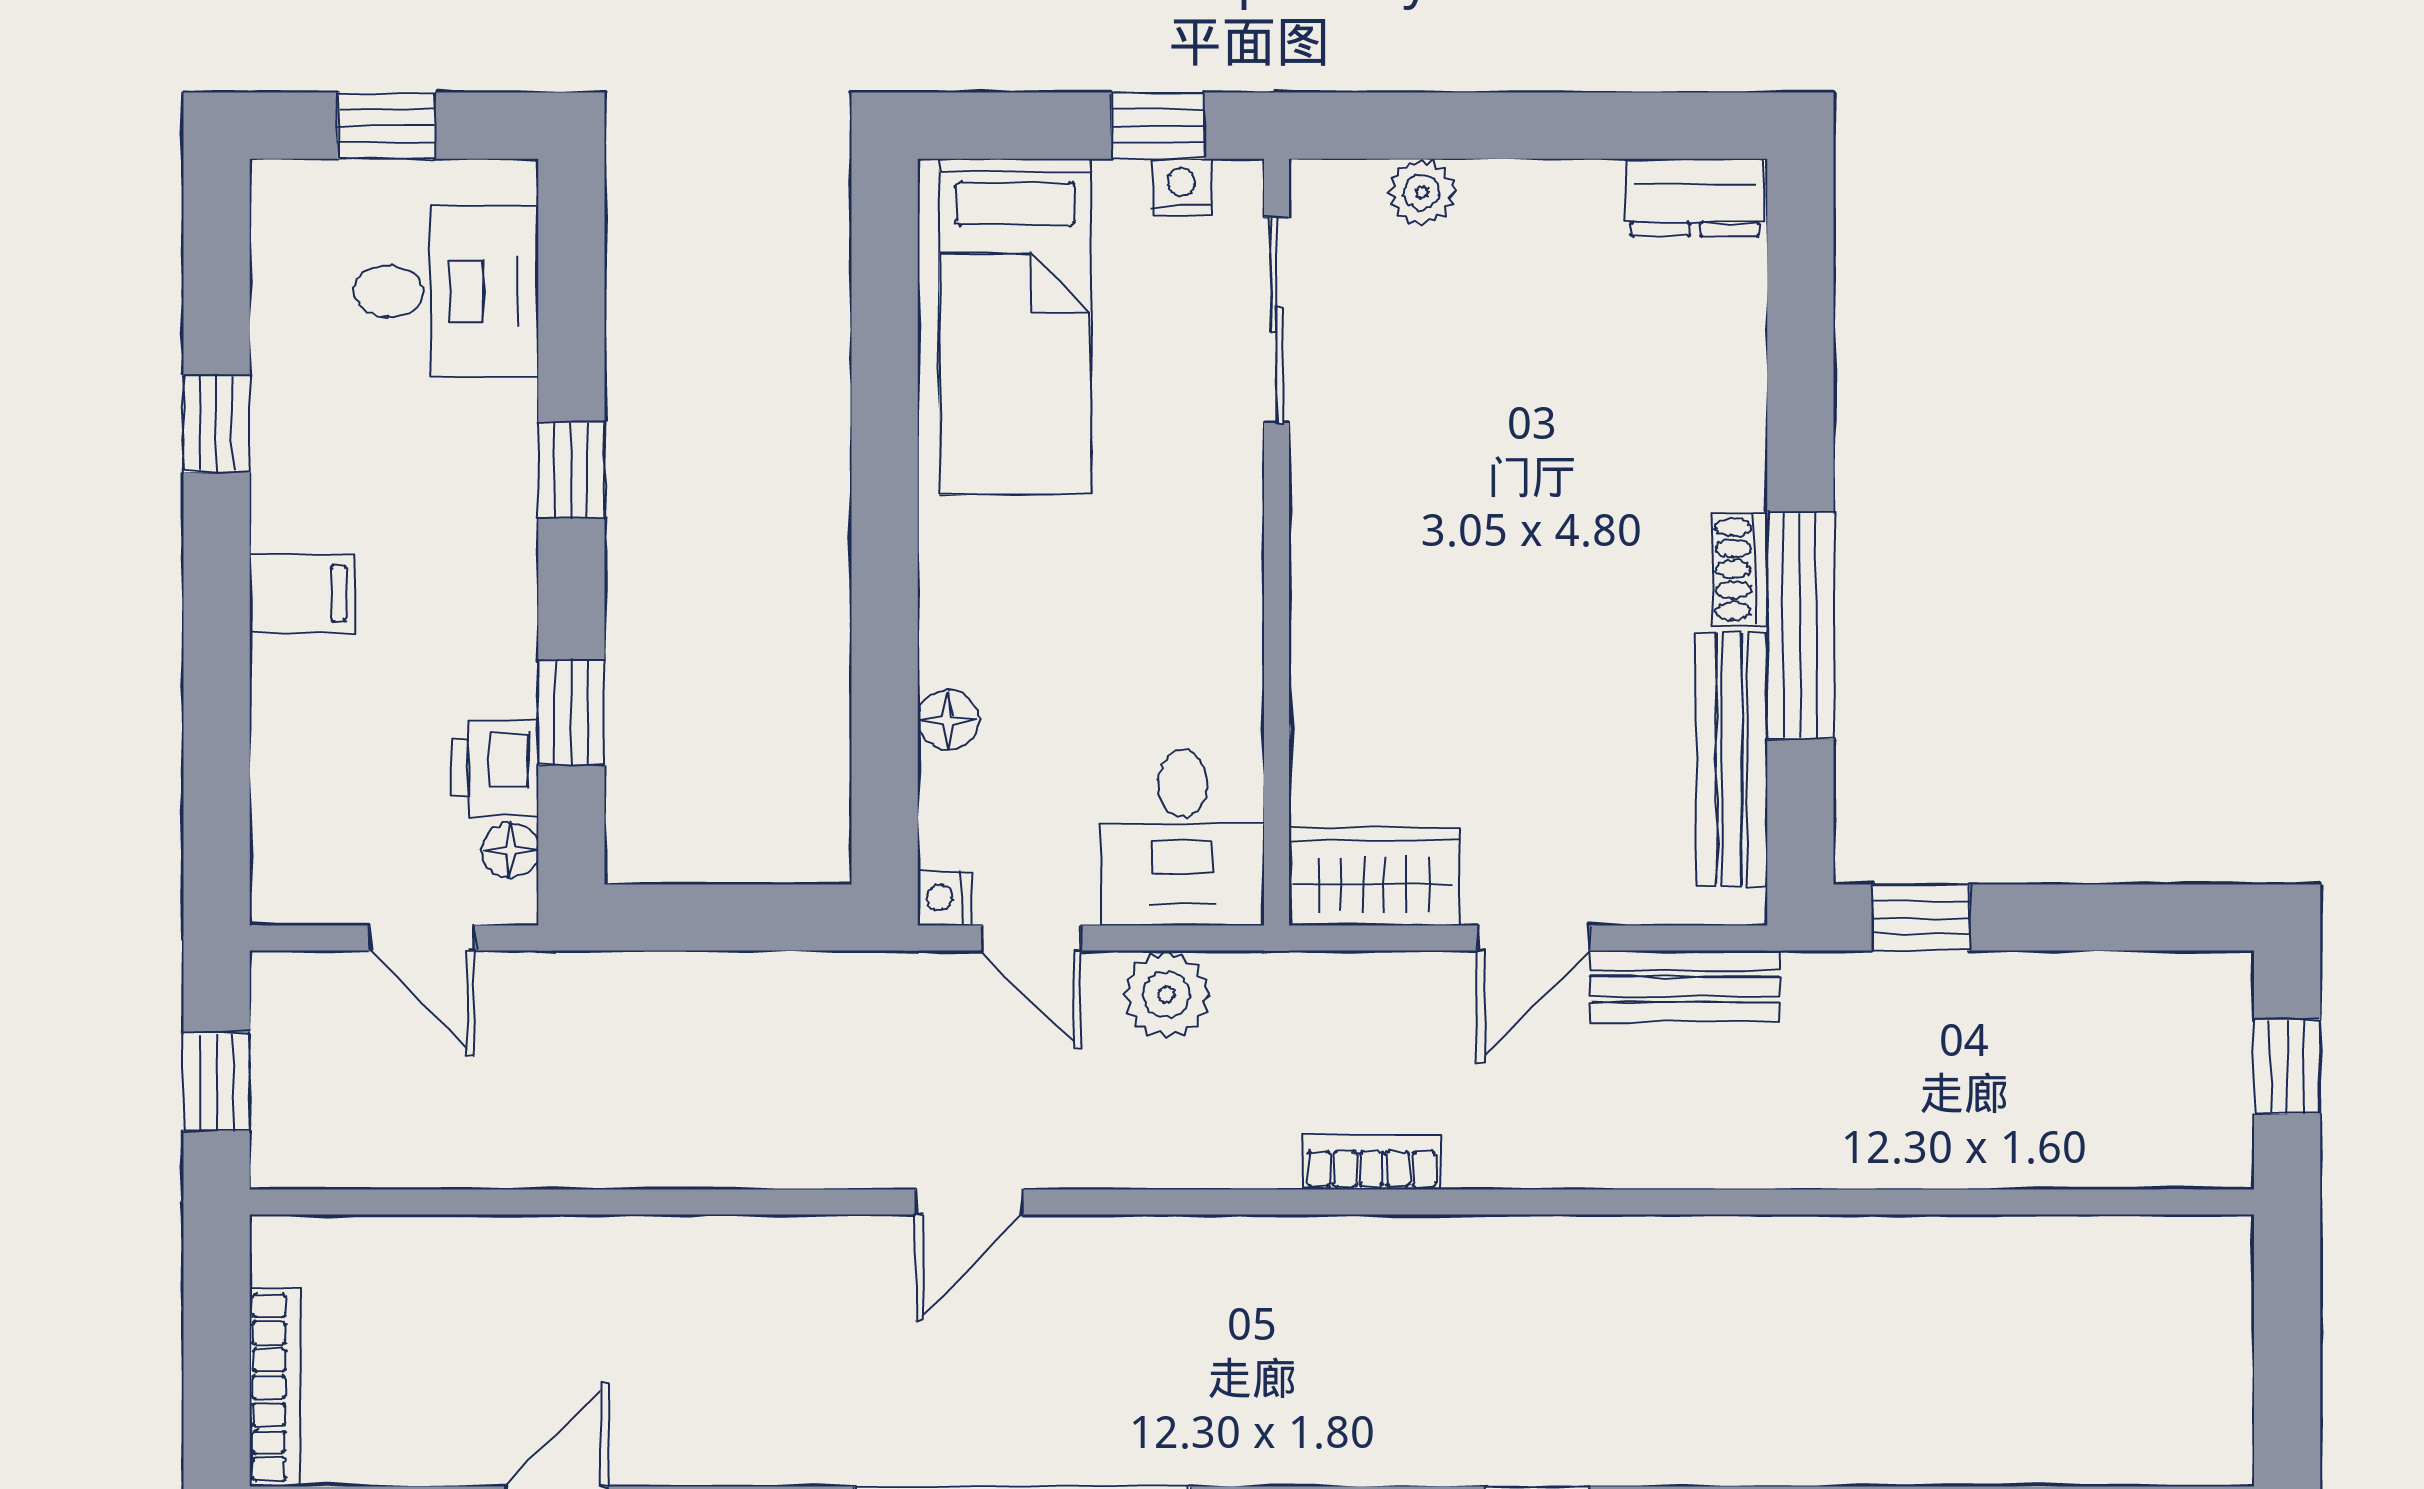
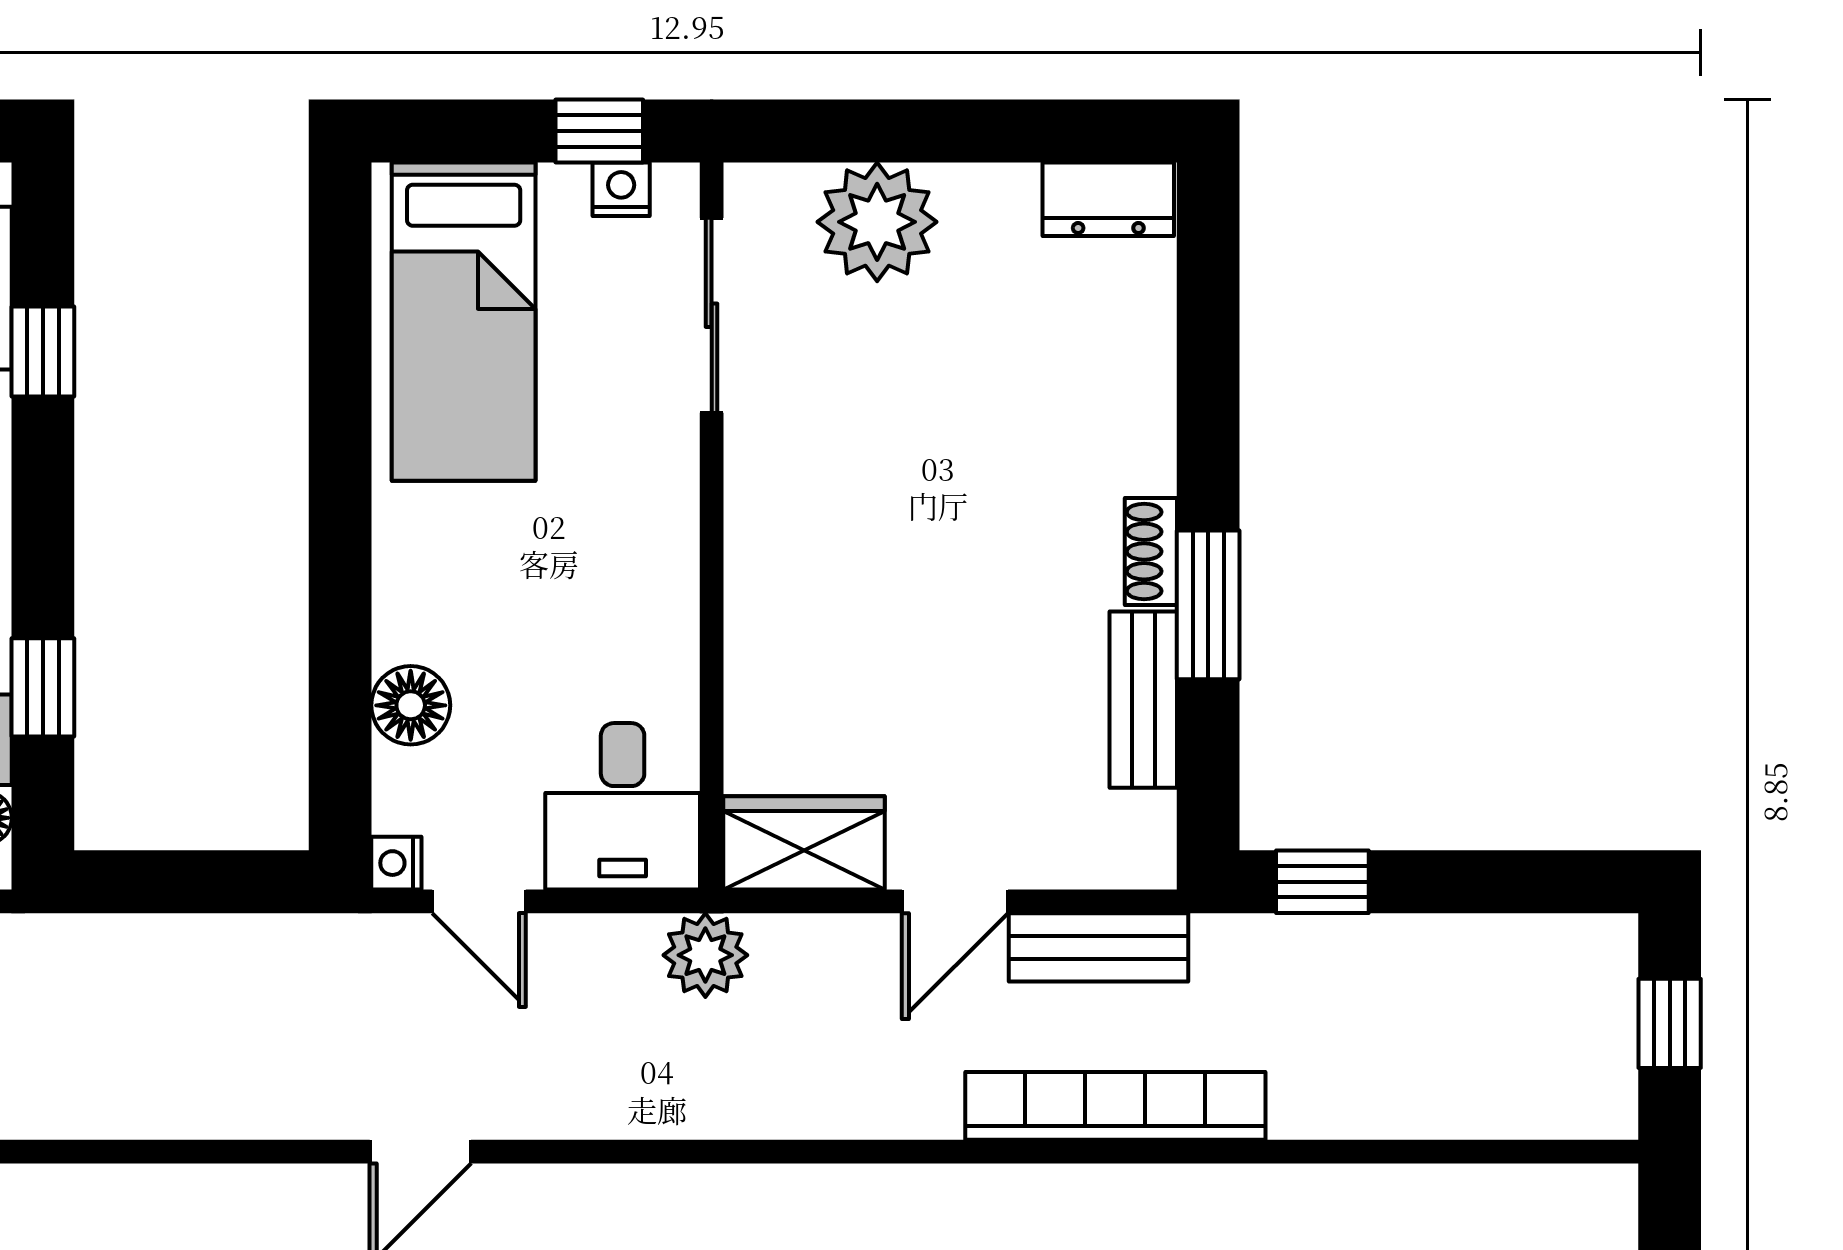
plant: (1422, 192) -> (877, 222), width x1.88, depth x1.88
window: (571, 470) -> (43, 352), moved
window: (1800, 626) -> (1208, 605), width x0.69
floor lamp: (948, 720) -> (411, 705), width x1.37, depth x1.37
bench: (1732, 759) -> (1143, 700), width x0.73
plant: (1167, 995) -> (705, 955), moved
bookcase: (1372, 1162) -> (1115, 1106), moved, width x2.31, depth x1.31

